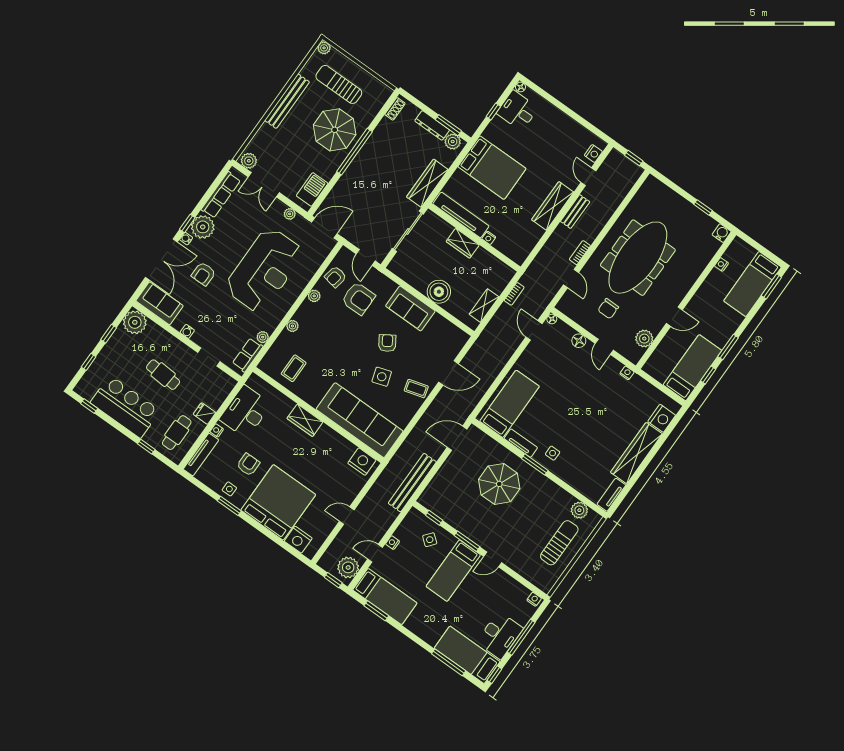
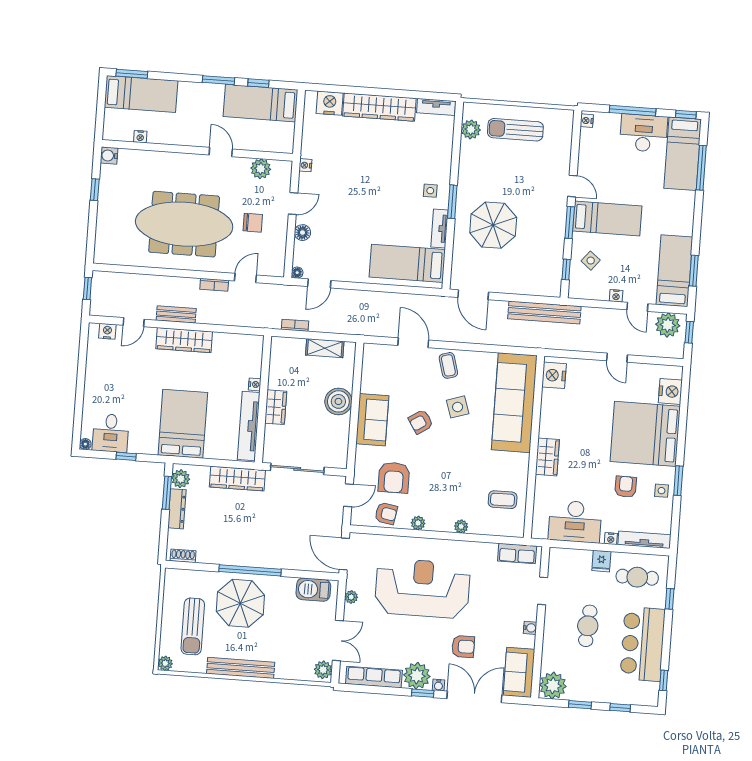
armchair: (358, 298) -> (394, 478), turned 180
plant: (263, 337) -> (490, 549), removed
armchair: (248, 464) -> (626, 487), turned 91

